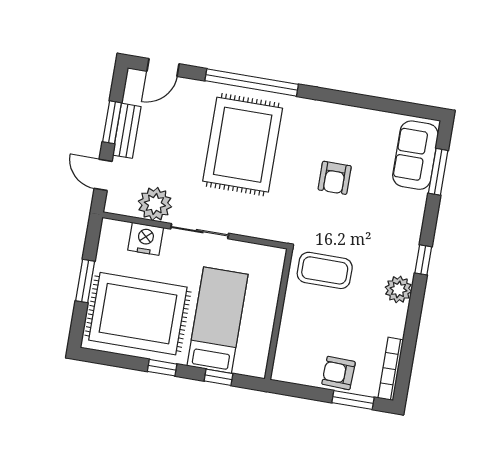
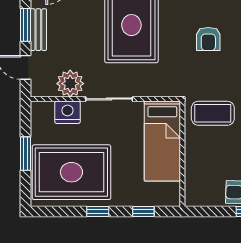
bed: (218, 320) -> (162, 141), moved, turned 180

